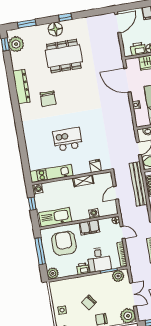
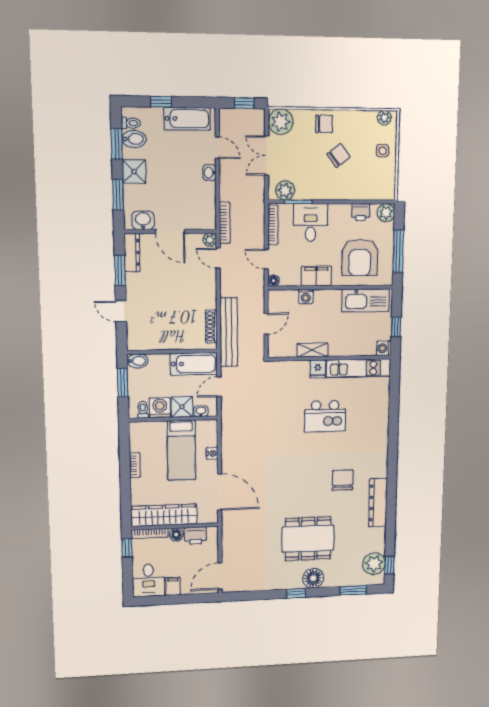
fridge: (95, 166) -> (318, 369), moved
printer: (83, 269) -> (361, 212), moved

